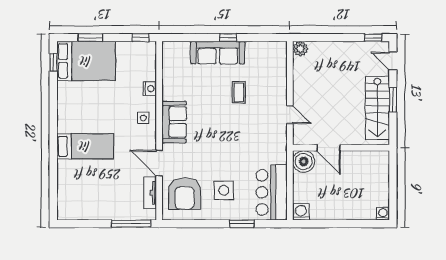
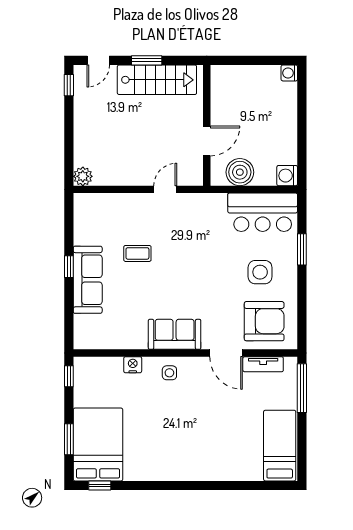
bed: (85, 146) -> (280, 446), moved
boiler: (304, 161) -> (240, 172), moved
door: (159, 163) -> (226, 353), hinge flipped

